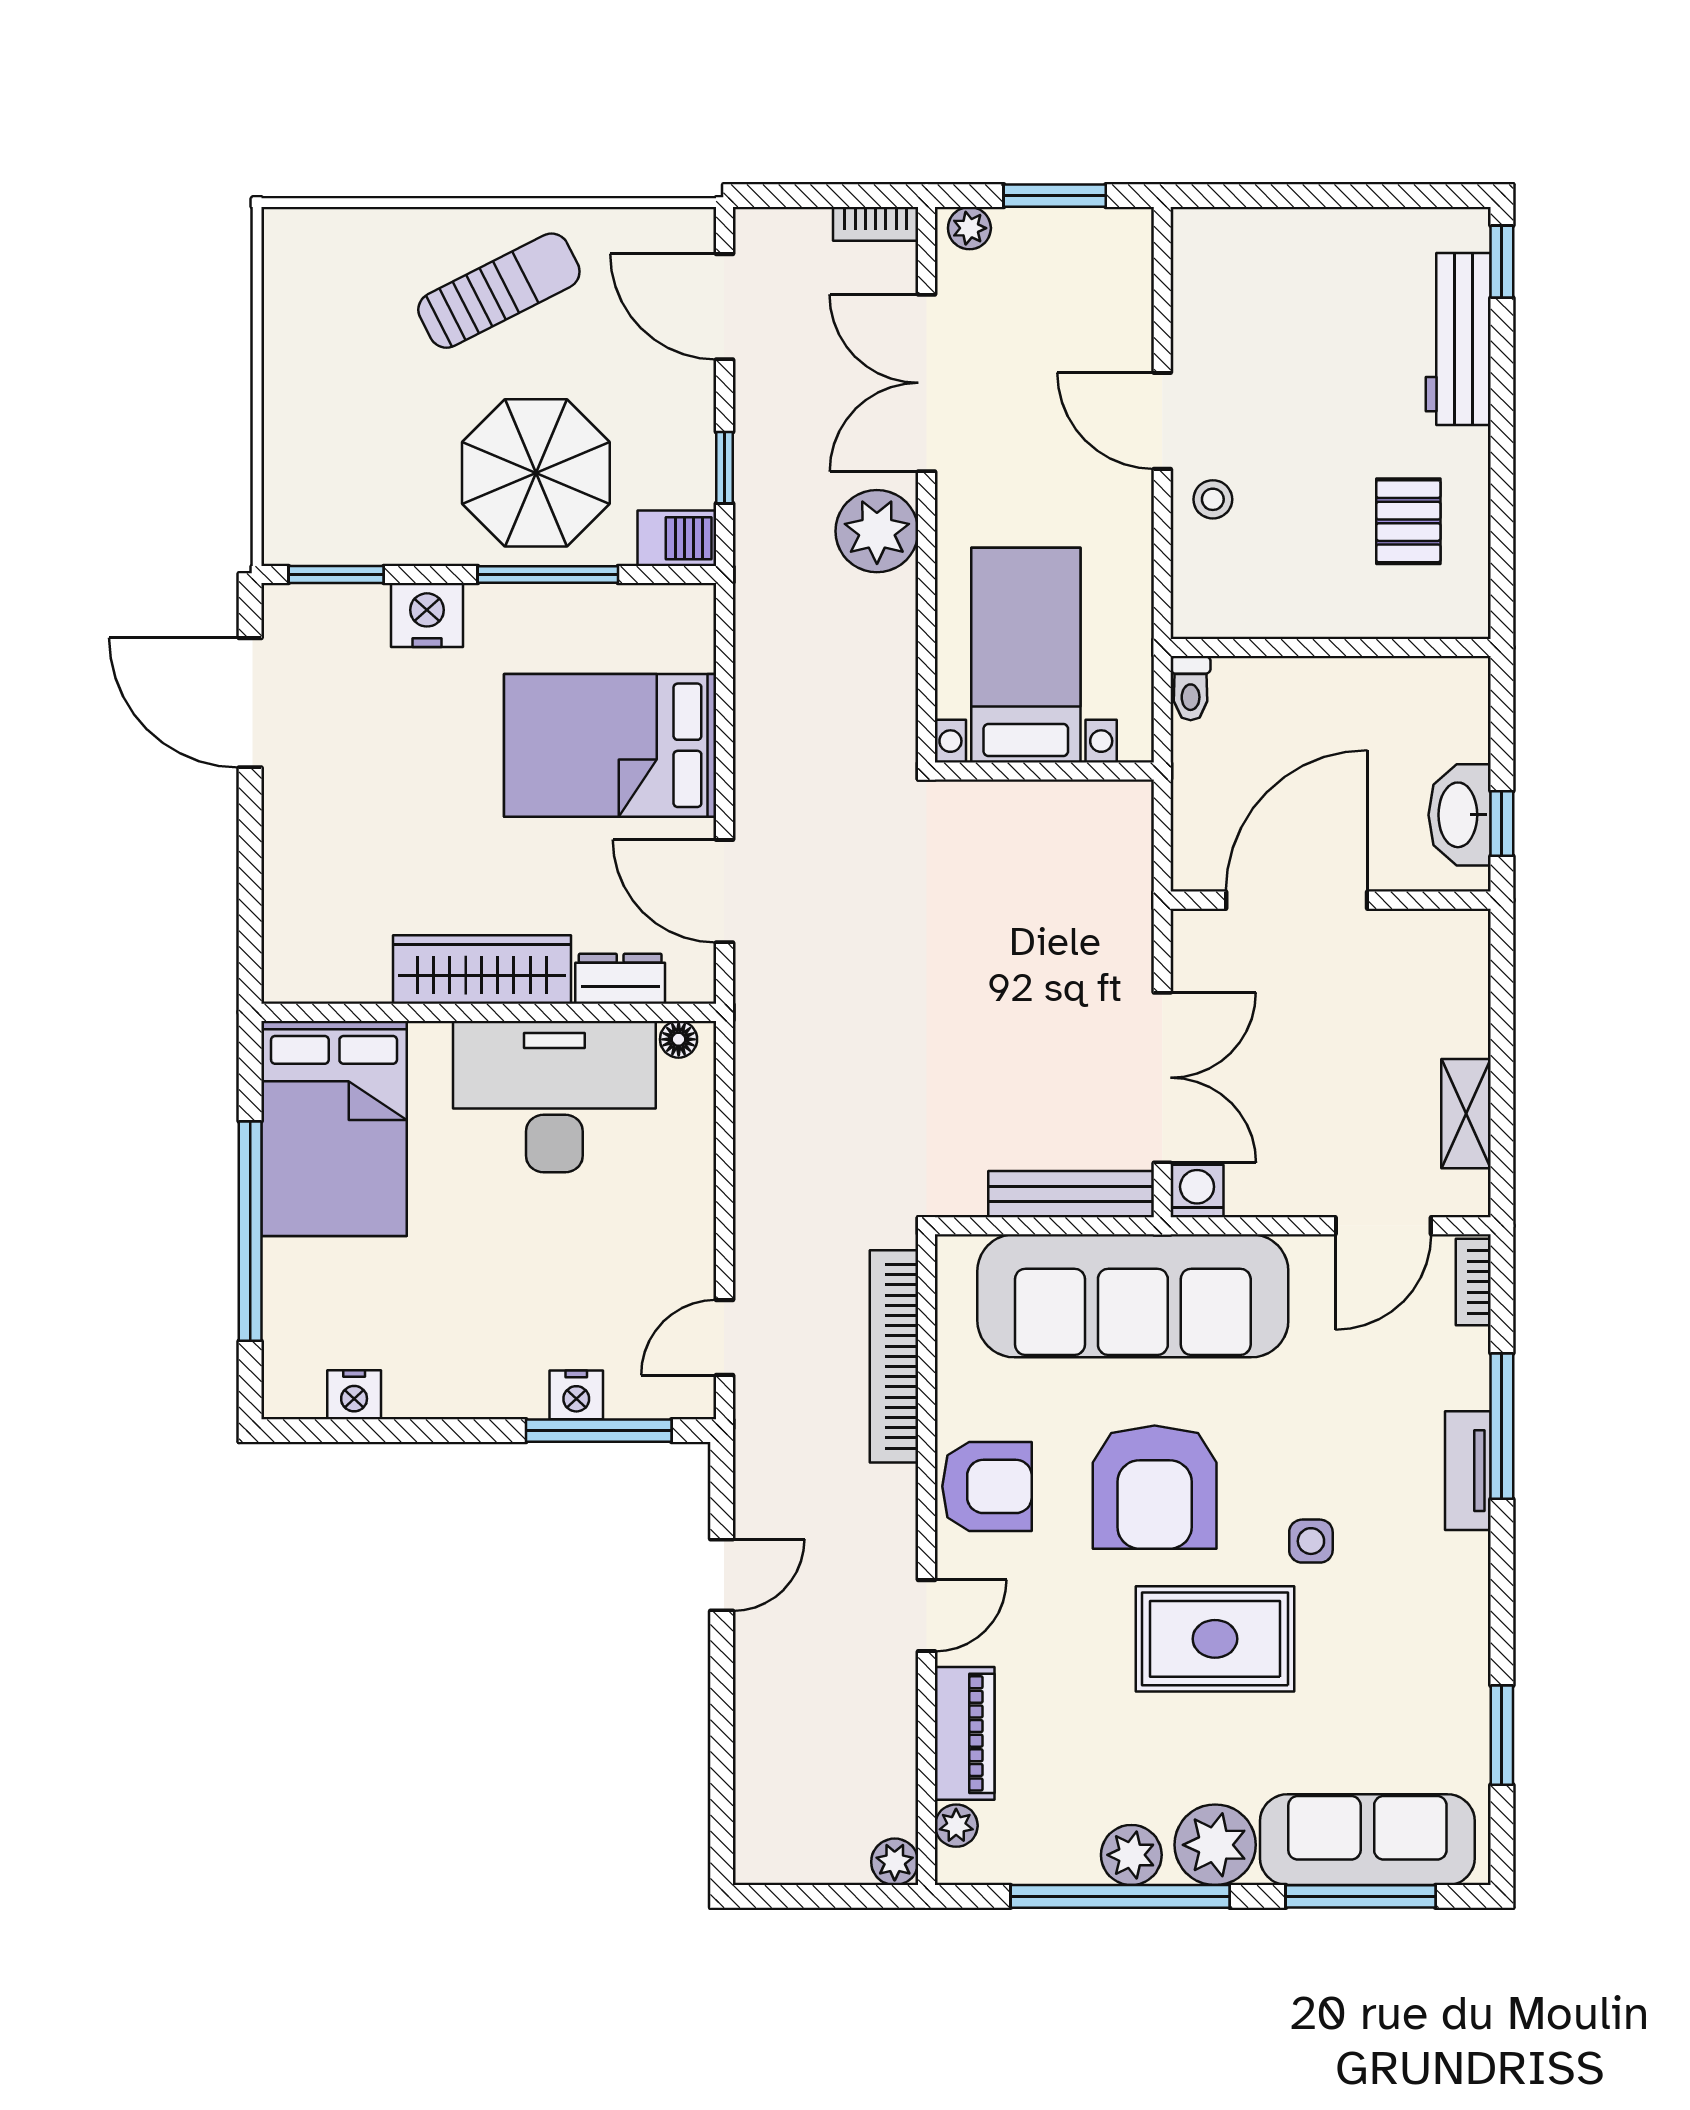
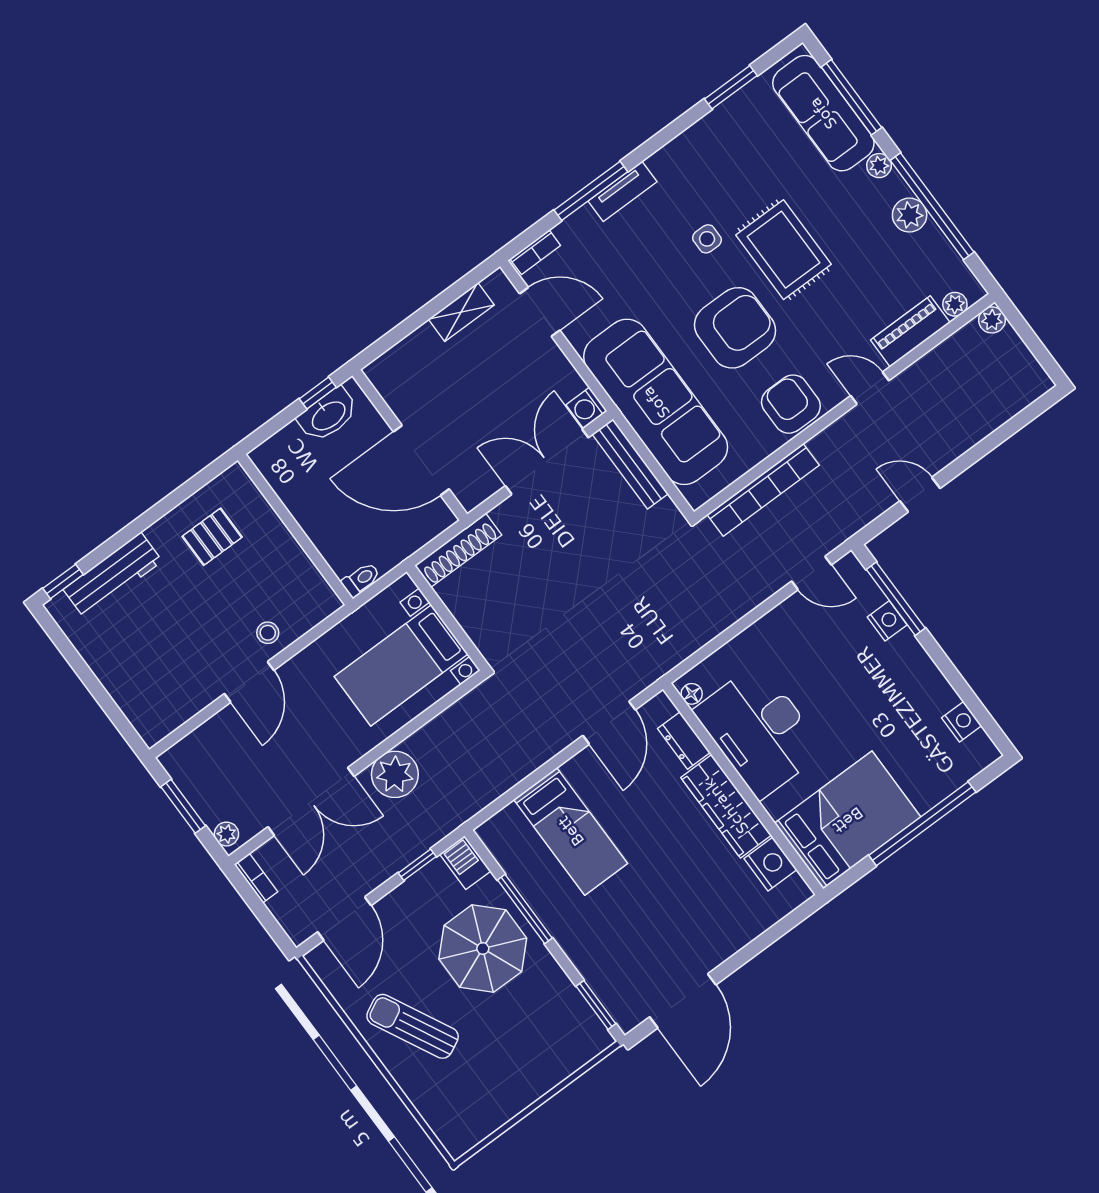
nightstand: (427, 615) -> (770, 864), moved, turned 180
bed: (610, 745) -> (571, 831), width x0.67
shoe rack: (1130, 858) -> (458, 550), added
plant: (1215, 1845) -> (879, 166), width x0.53, depth x0.53

